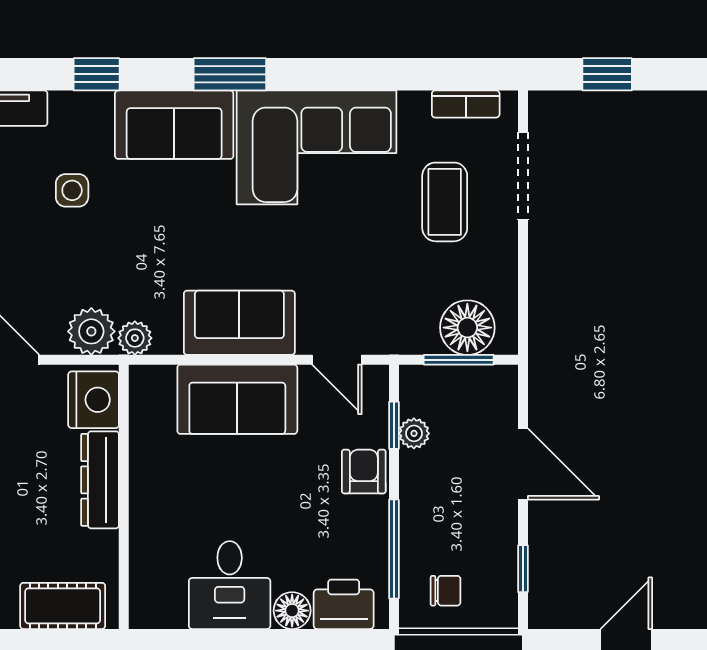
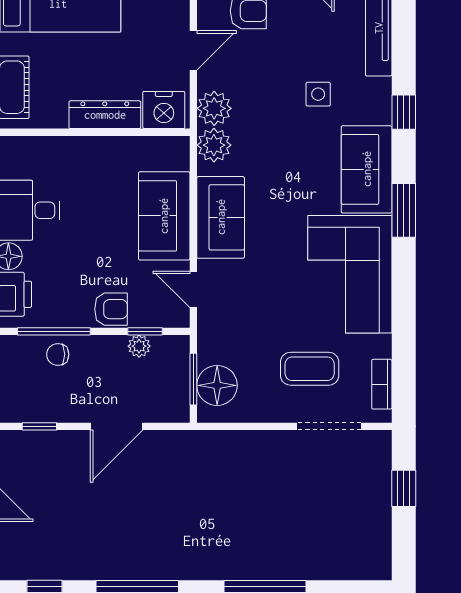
plant: (135, 338) -> (214, 145), width x1.38, depth x1.38
door: (337, 360) -> (193, 289), hinge flipped
chair: (446, 591) -> (58, 354), moved, turned 90

